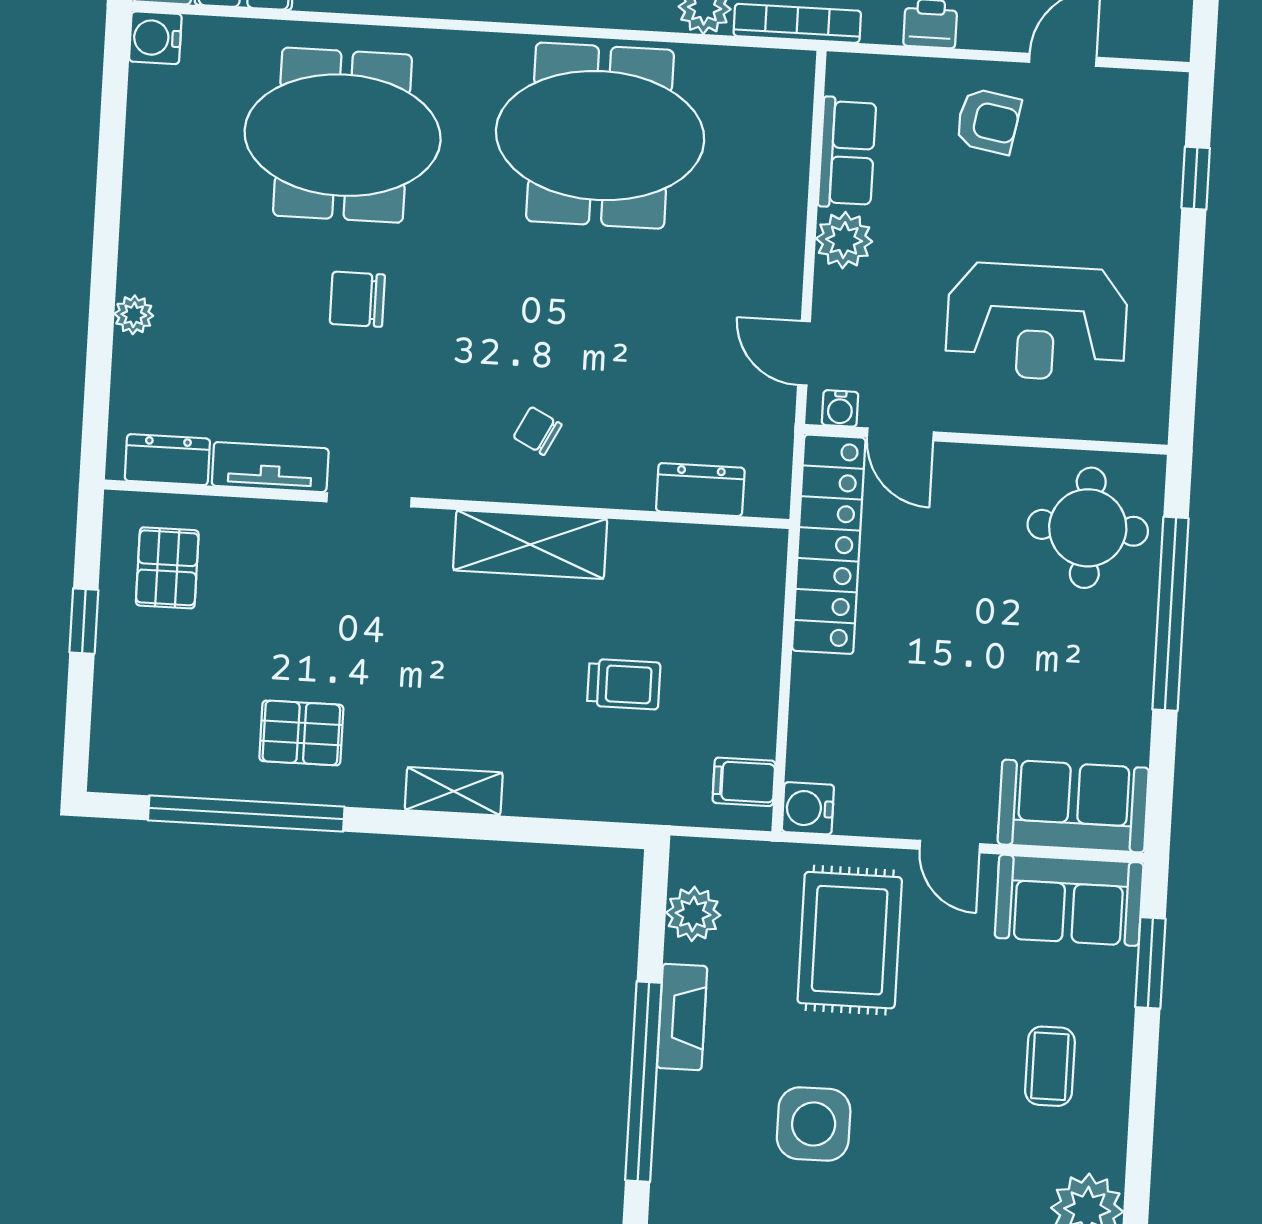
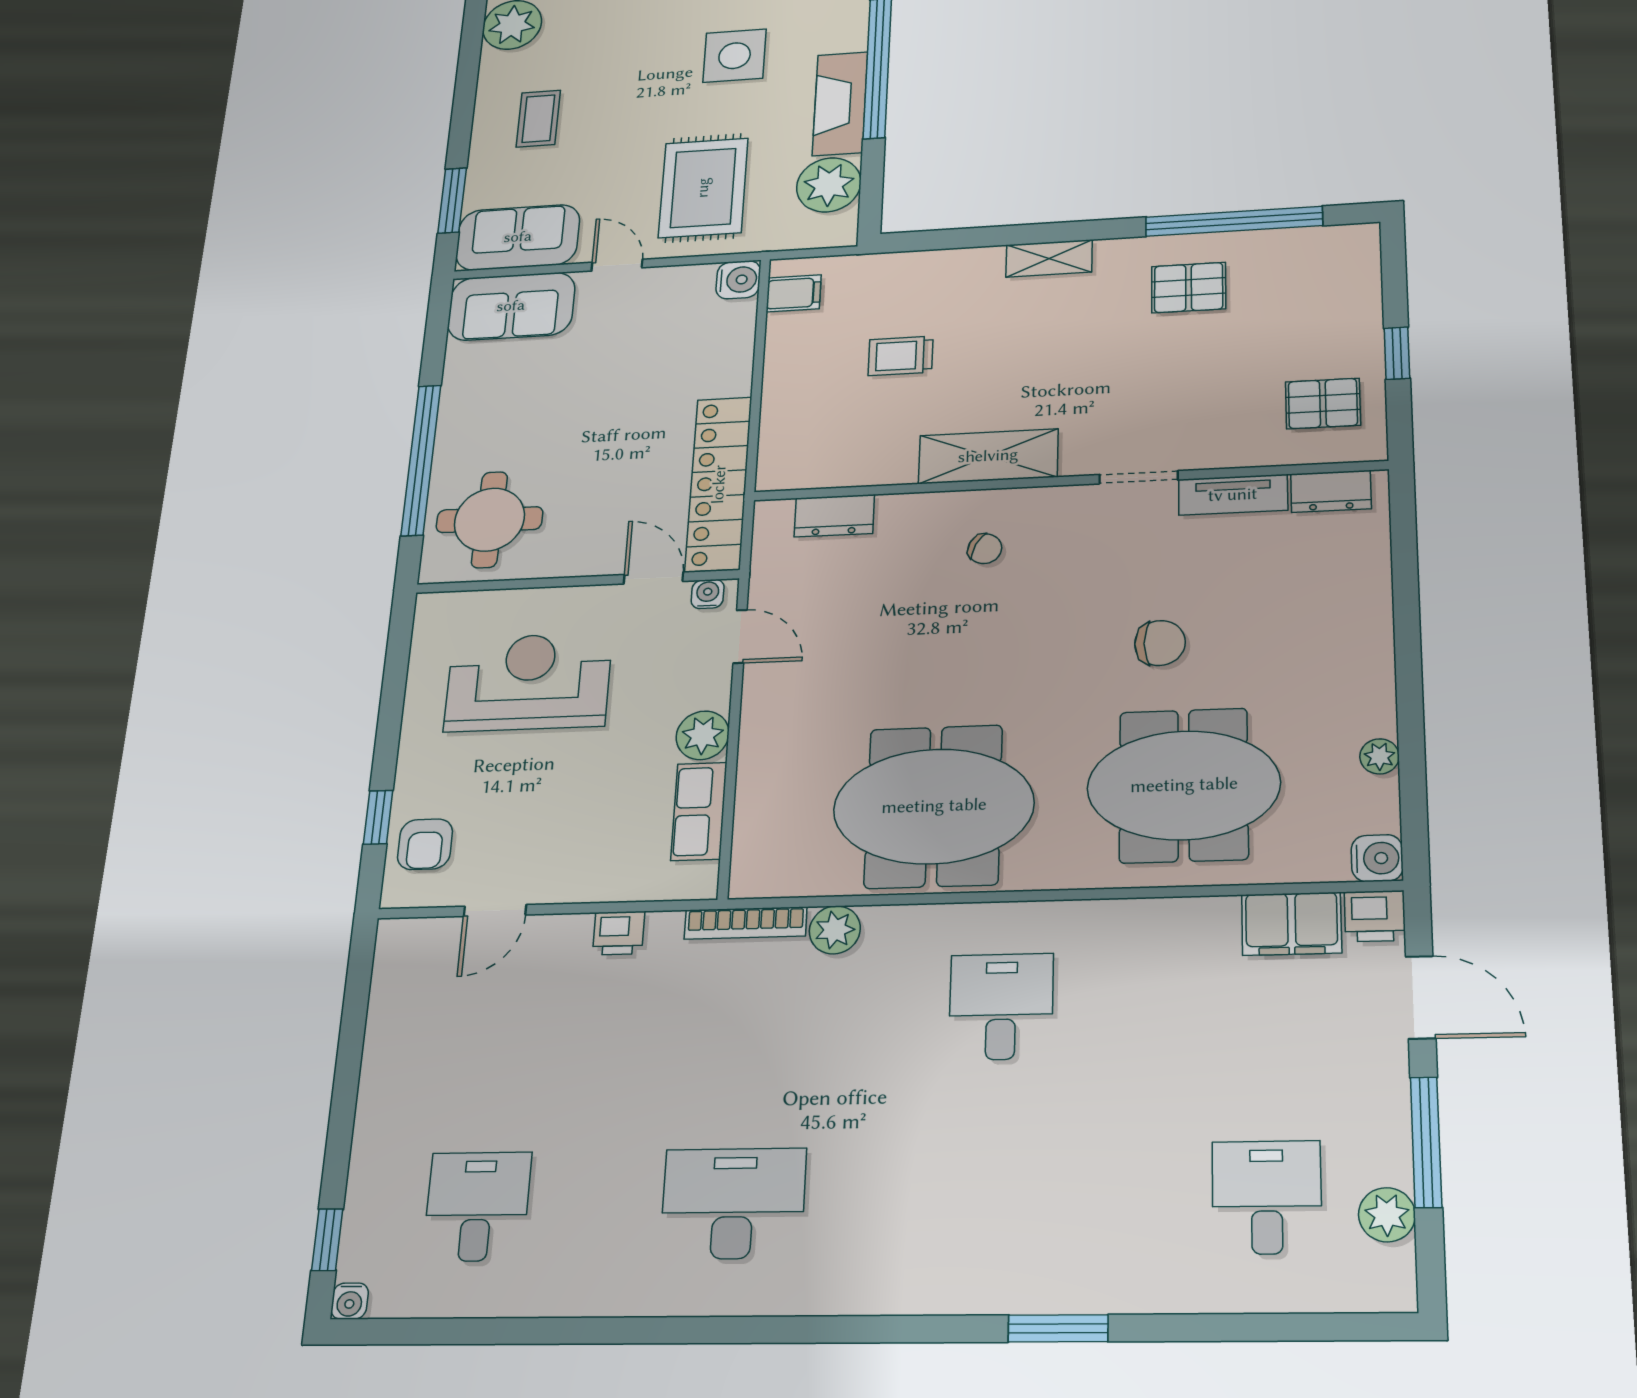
armchair: (988, 121) -> (425, 844), moved, turned -100
plant: (134, 315) -> (1380, 756), moved
pallet: (167, 568) -> (1323, 404), turned 90
plant: (693, 914) -> (829, 185), width x1.36, depth x1.36
fireplace: (682, 1017) -> (840, 104), width x1.37, depth x1.32

